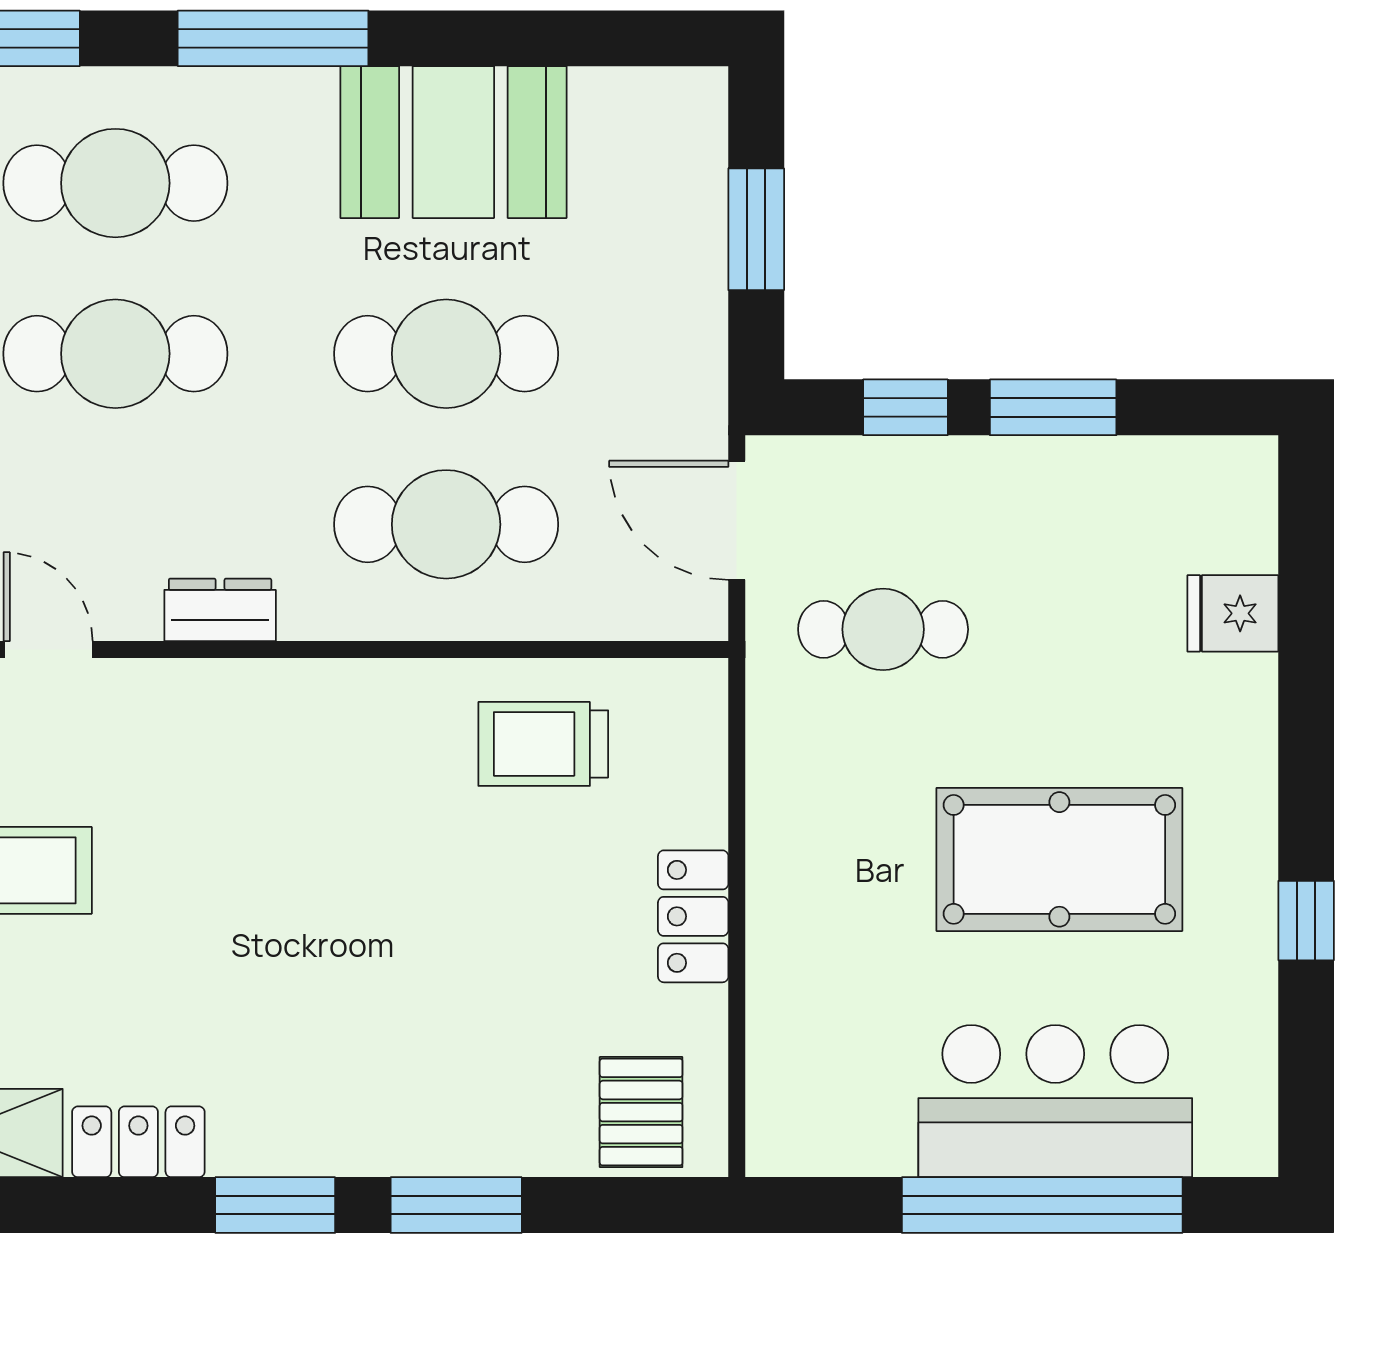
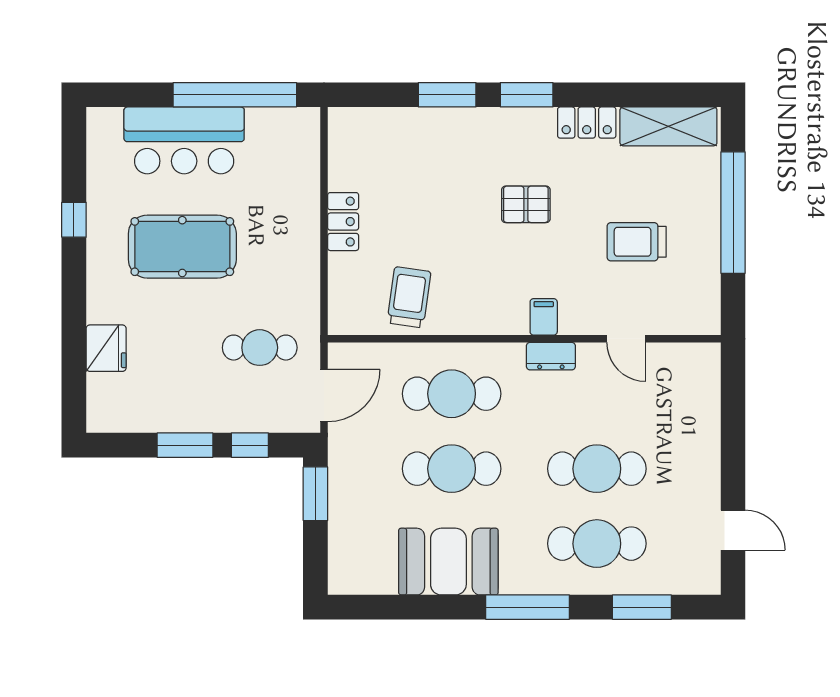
window: (756, 229) -> (315, 494), moved
door: (737, 520) -> (324, 396), hinge flipped
fridge: (1233, 613) -> (106, 348), width x1.38
filing cabinet: (237, 699) -> (544, 317), added
trolley: (543, 744) -> (409, 297), turned -82
pallet: (641, 1112) -> (526, 204), moved, turned 90
window: (1042, 1205) -> (235, 95), moved

